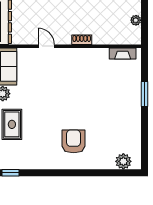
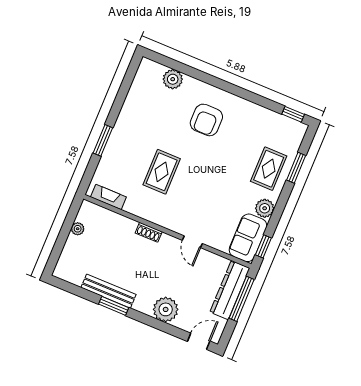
rug: (91, 89) -> (162, 172), added
plant: (123, 161) -> (173, 79), moved

